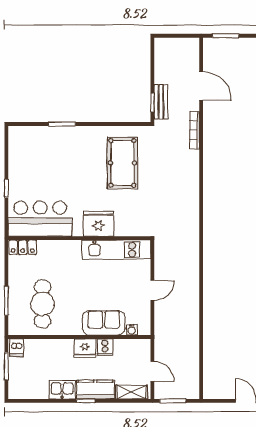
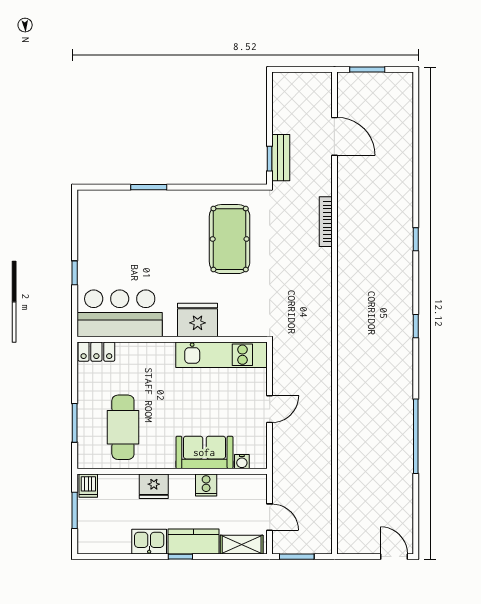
bookcase: (194, 130) -> (326, 222), moved
fridge: (85, 348) -> (154, 486), moved

